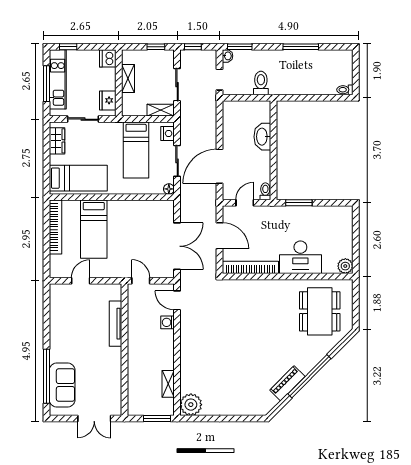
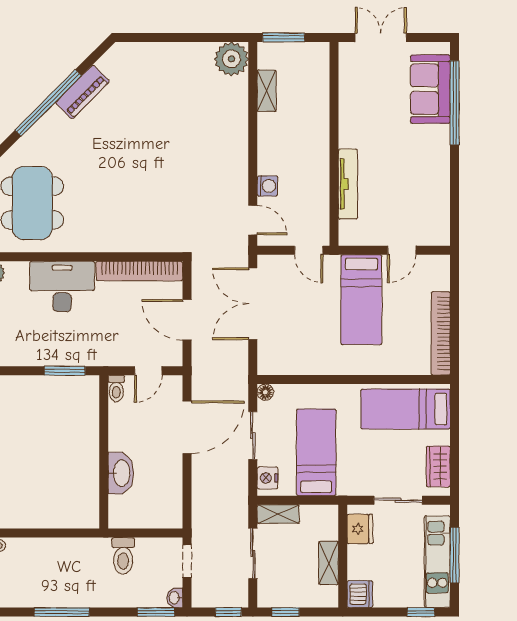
bed: (94, 229) -> (361, 300), moved, turned 180

